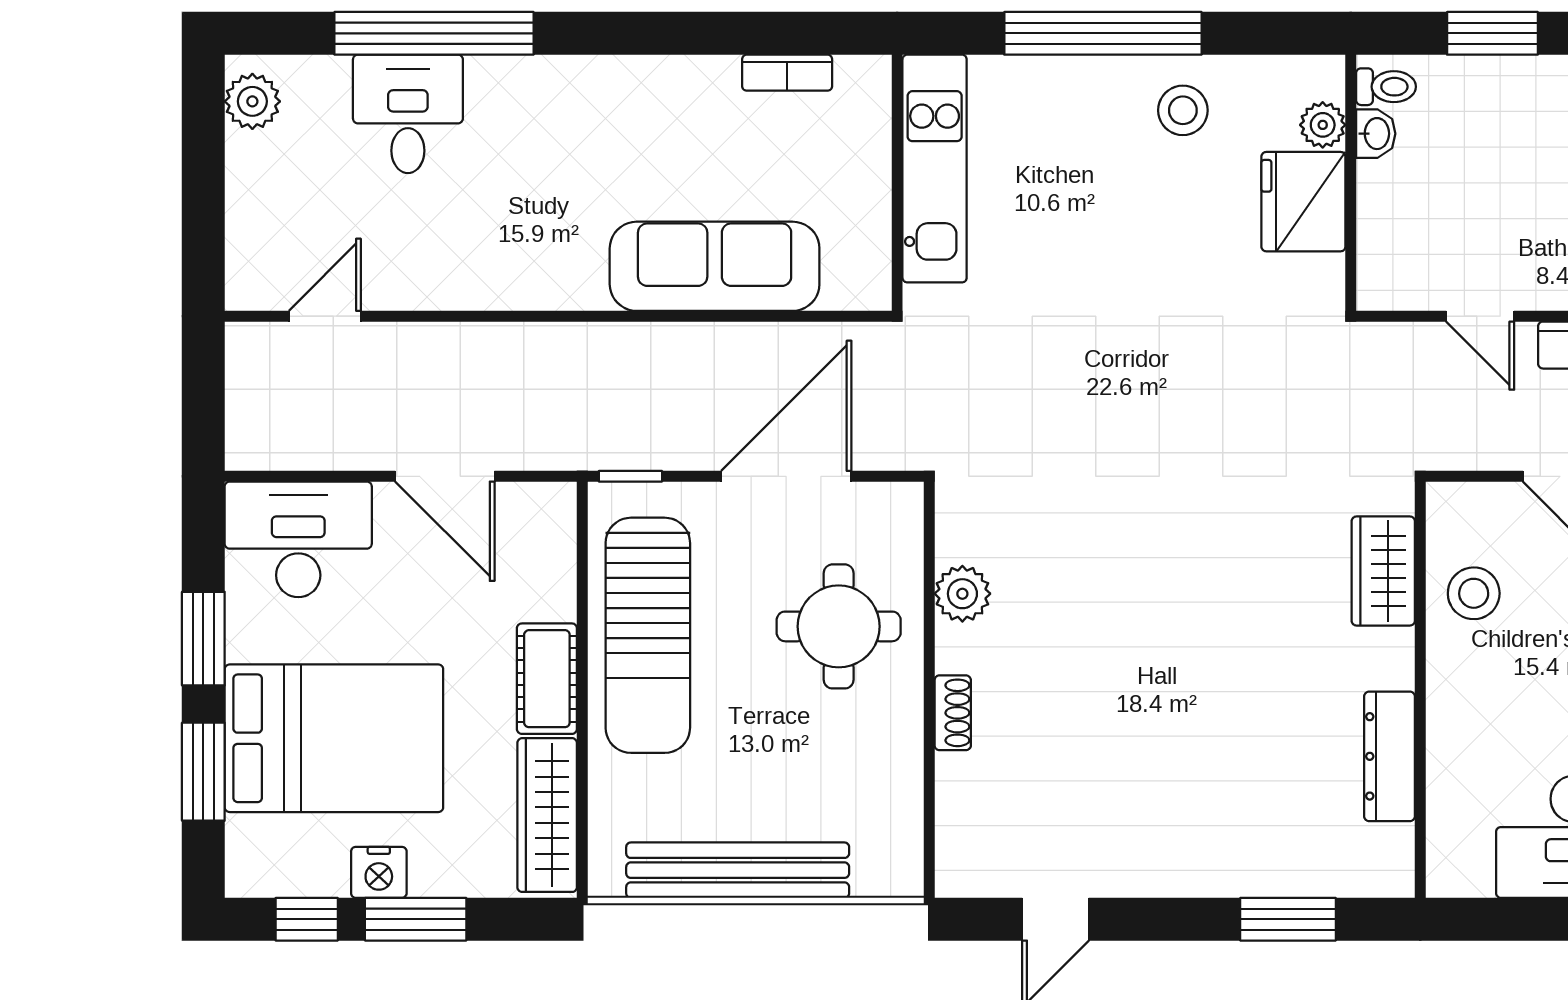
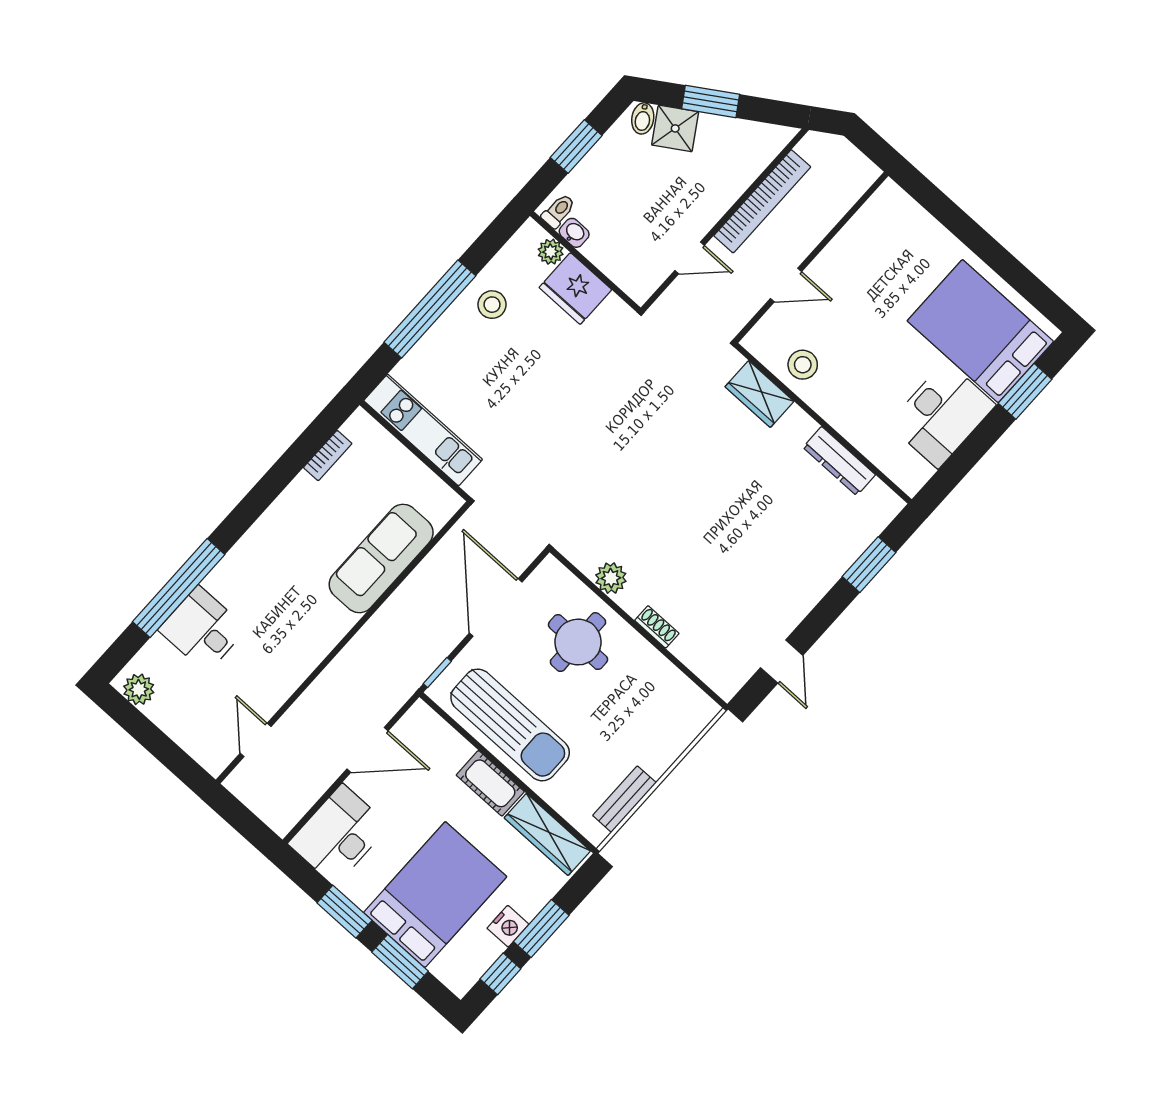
bench: (738, 870) -> (624, 799), width x0.54, depth x0.82

